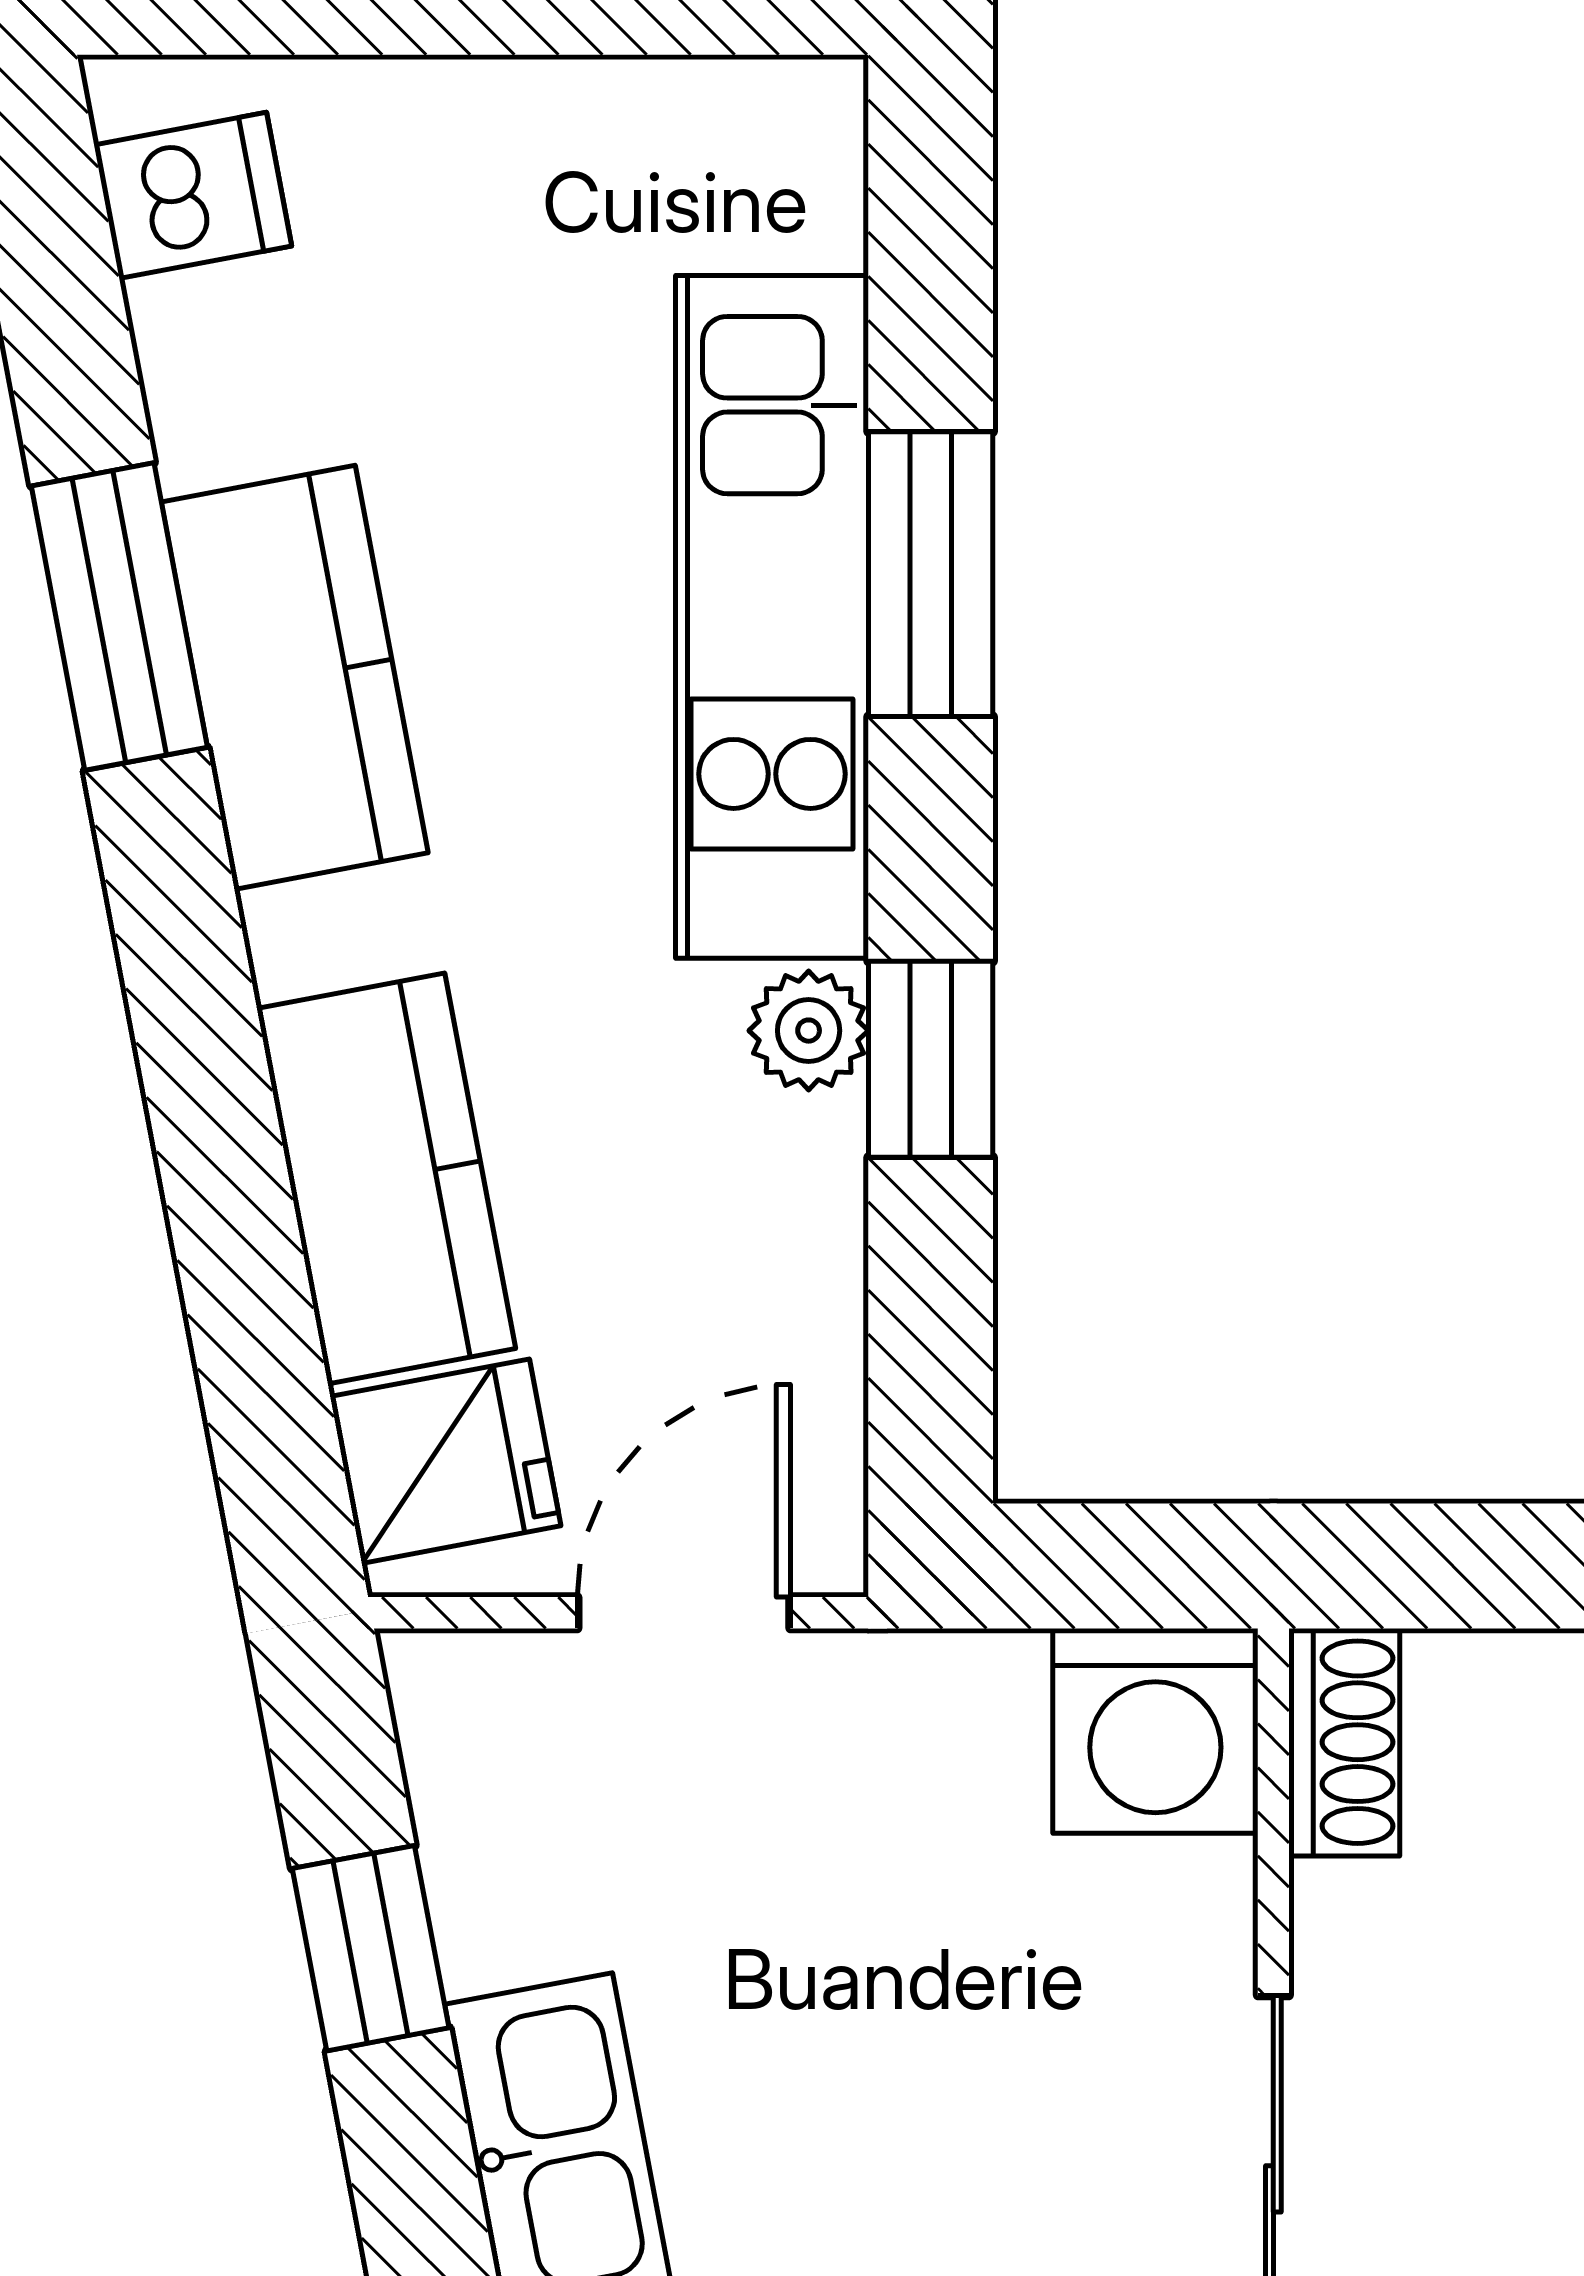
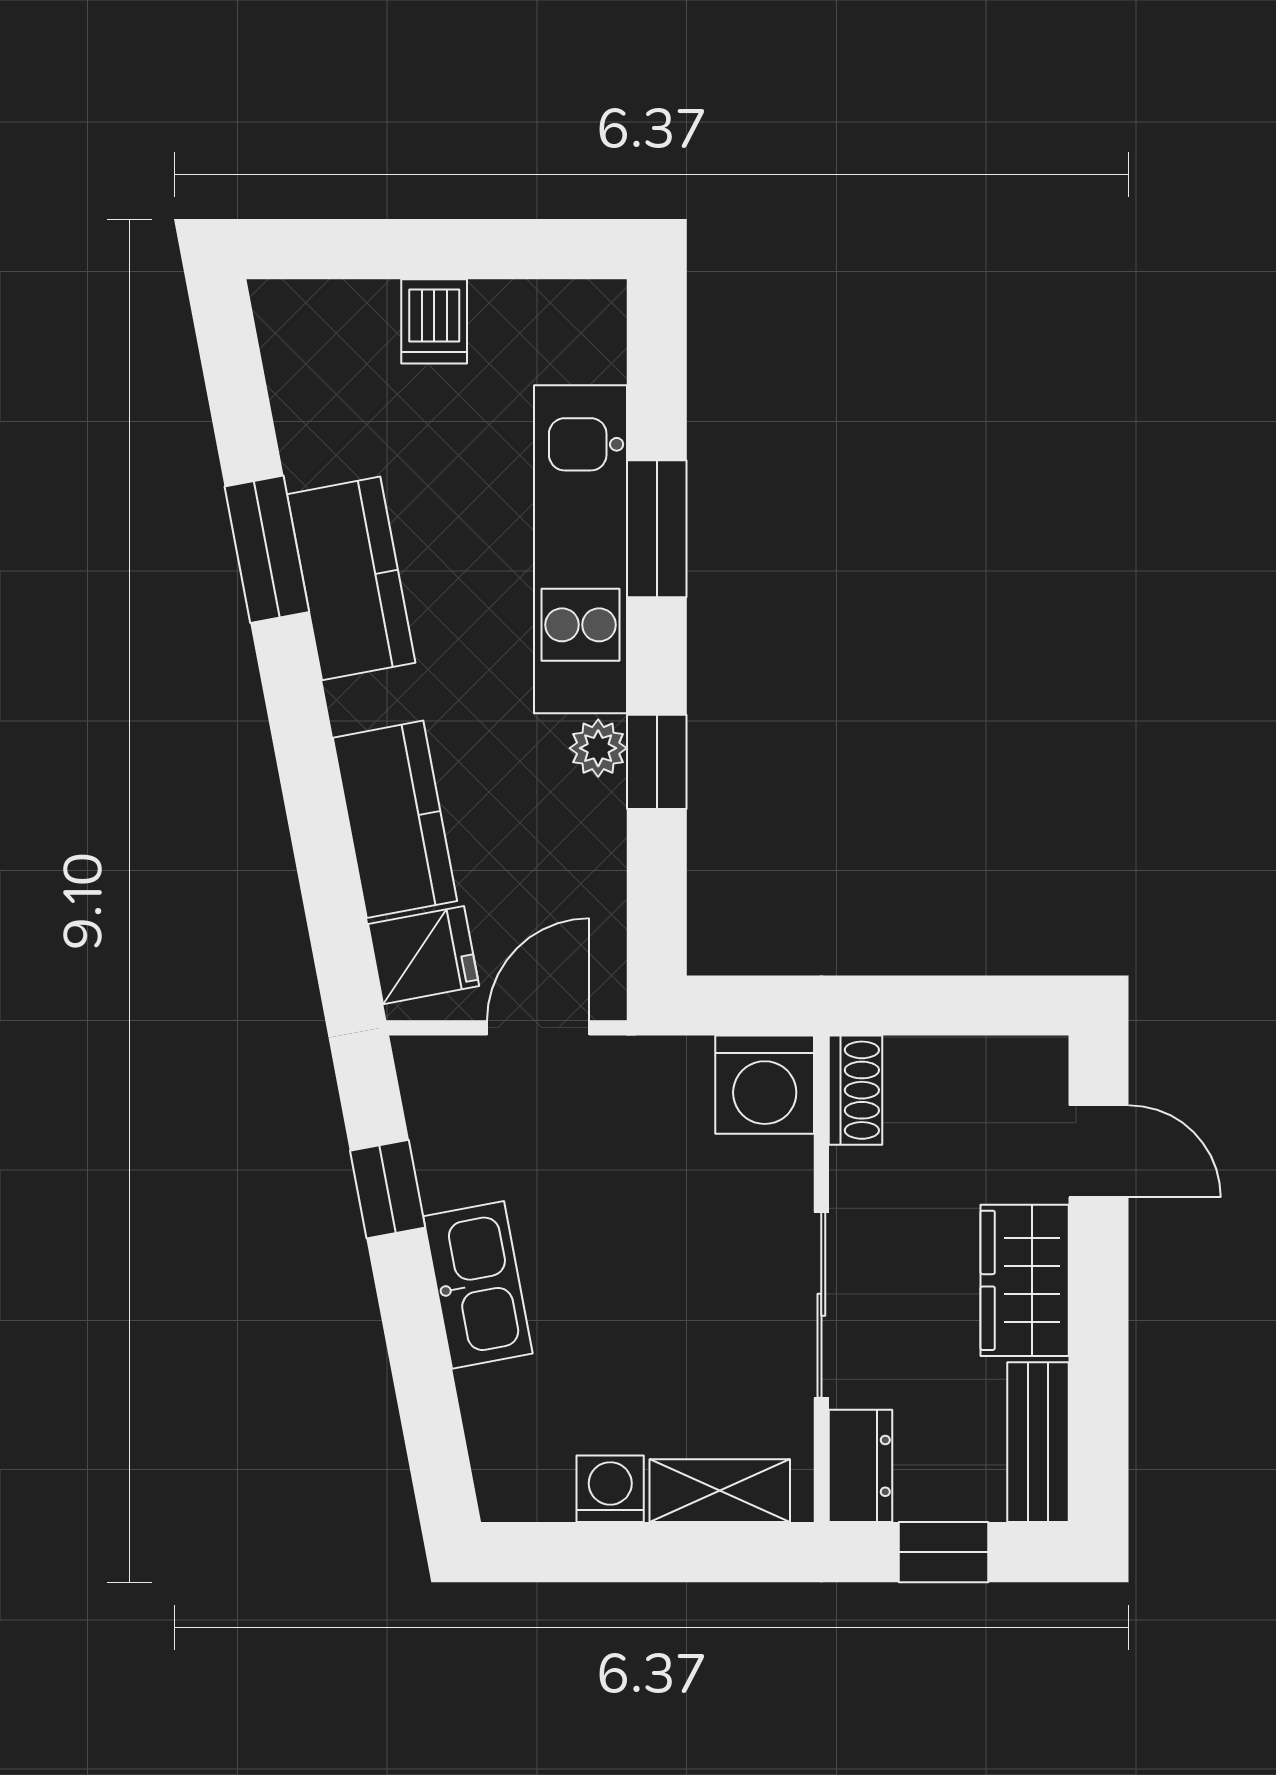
dishwasher: (193, 195) -> (434, 321), moved, turned 101

